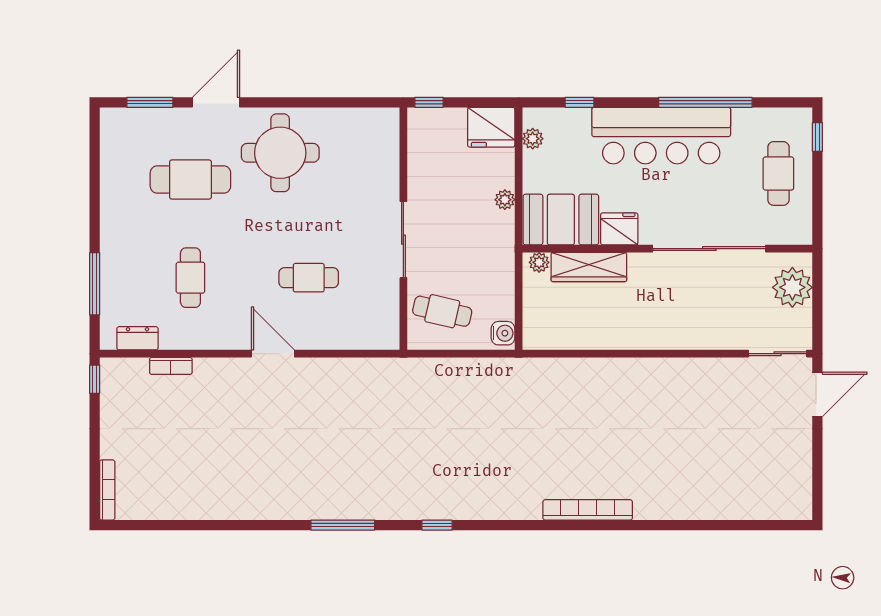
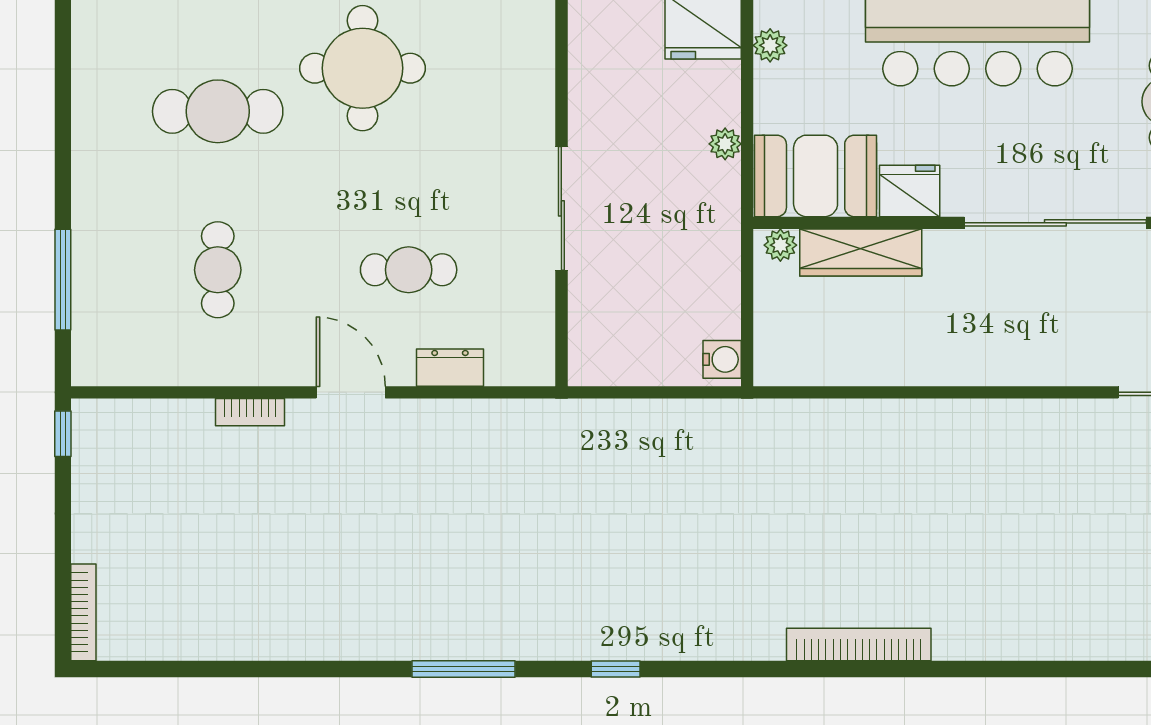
cafe table: (442, 311) -> (624, 324), removed
dresser: (137, 338) -> (450, 368), moved
bookcase: (171, 366) -> (250, 412), moved

